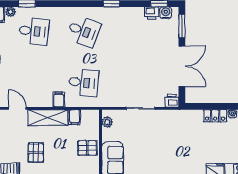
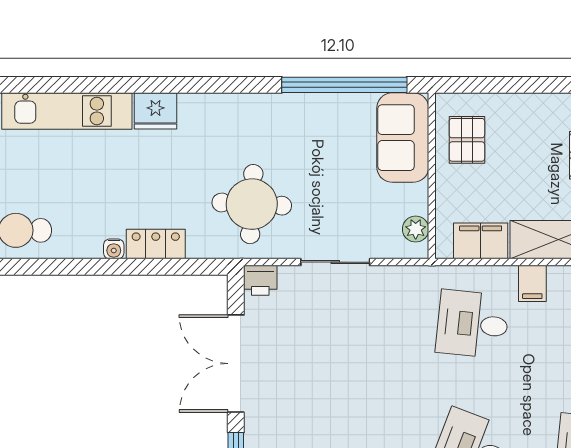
filing cabinet: (75, 117) -> (481, 241), width x2.00
round table: (175, 132) -> (252, 204), added
pallet: (87, 148) -> (467, 140), moved, turned 90

